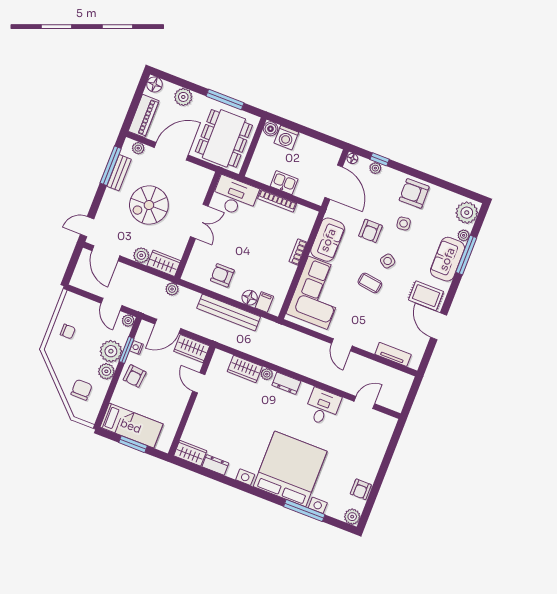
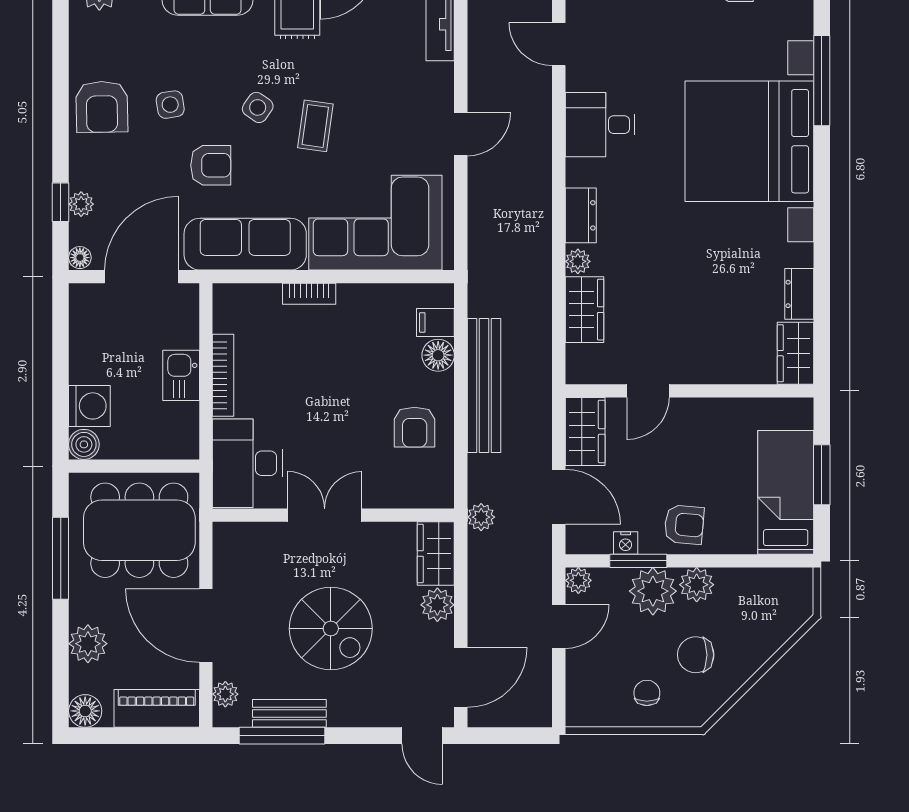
sofa: (328, 240) -> (245, 244), width x1.36
chair: (82, 390) -> (696, 655), moved

